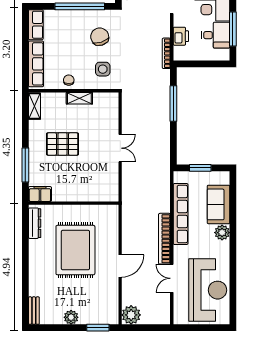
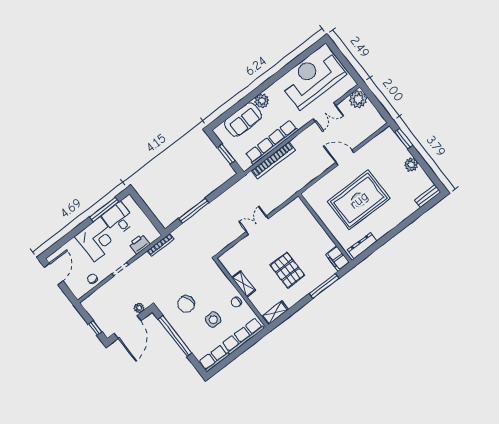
side table: (103, 69) -> (213, 320), moved
bookcase: (164, 239) -> (273, 160), moved
plant: (131, 315) -> (358, 99), moved

